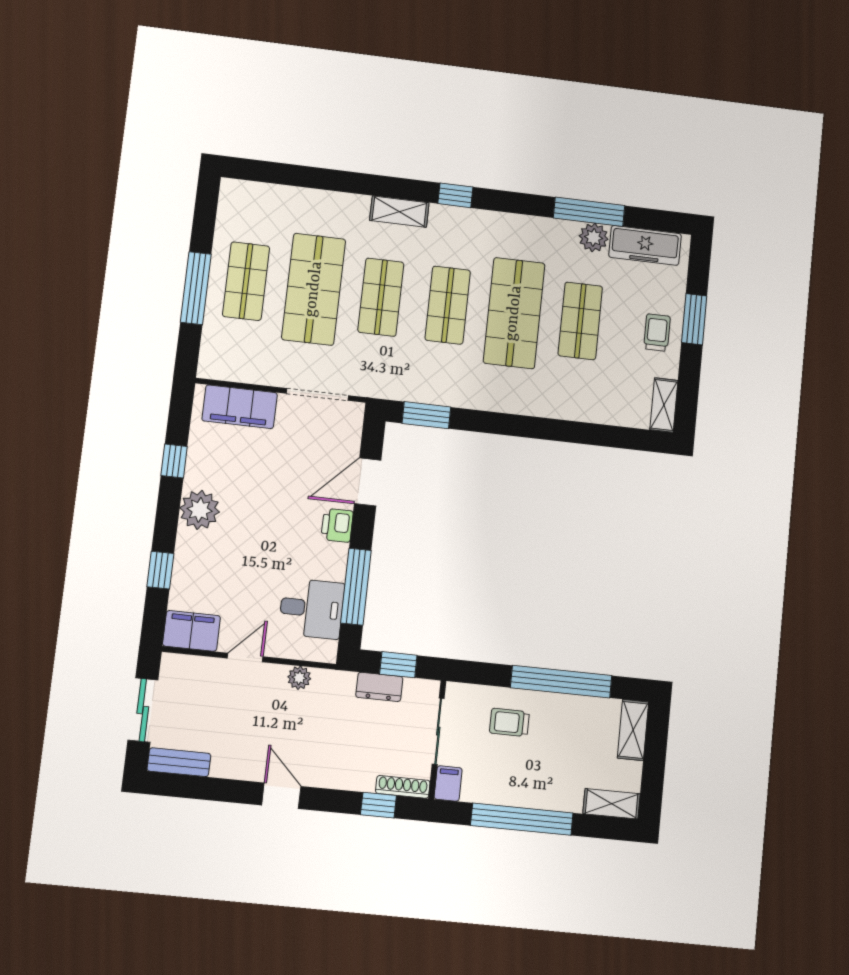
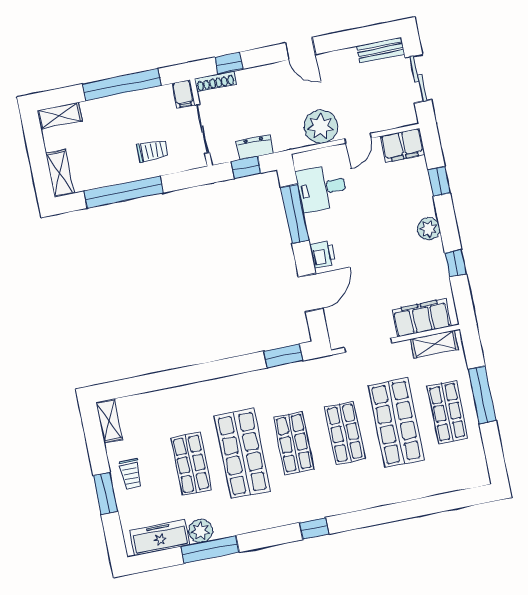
shelving: (399, 212) -> (434, 344), moved
plant: (200, 510) -> (429, 229), width x0.73, depth x0.73
plant: (299, 678) -> (321, 127), width x1.87, depth x1.87

